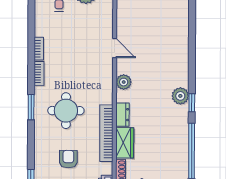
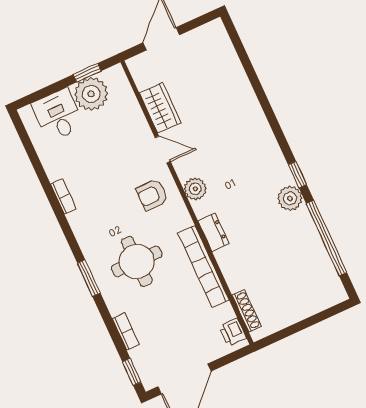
bookcase: (39, 73) -> (126, 331), moved
plant: (180, 96) -> (290, 198), moved
wardrobe: (125, 143) -> (160, 108), moved
armchair: (68, 159) -> (152, 195), moved, turned -90

